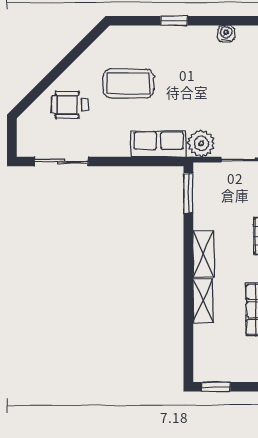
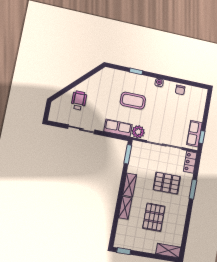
coffee table: (128, 84) -> (133, 101), moved
wheelchair: (70, 105) -> (79, 100), turned 90
sliding door: (61, 161) -> (81, 129), moved

